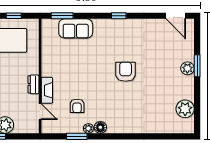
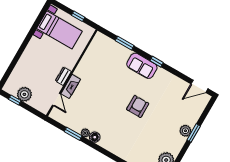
window: (62, 16) -> (125, 43), moved
door: (176, 16) -> (199, 86), hinge flipped
sofa: (76, 28) -> (142, 66), moved
armchair: (77, 106) -> (87, 111), removed

